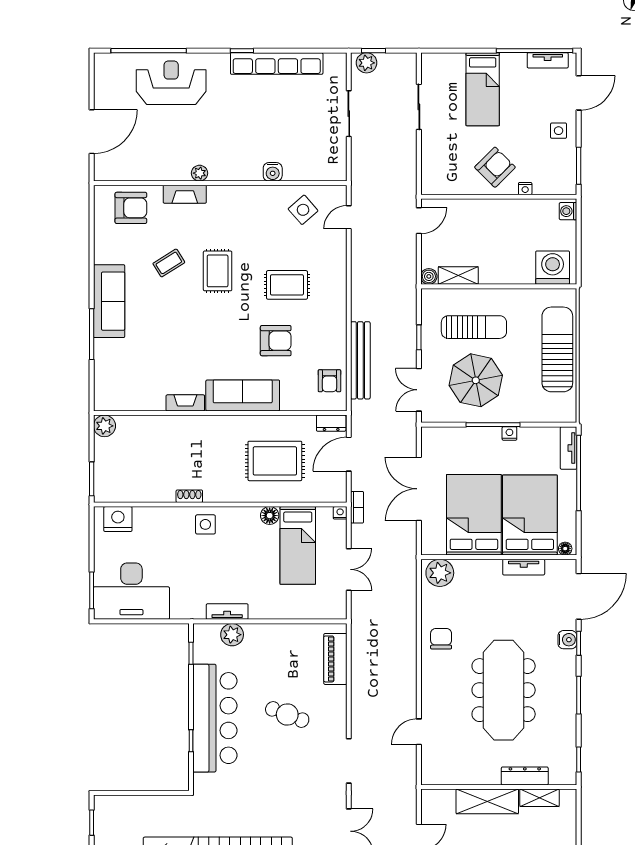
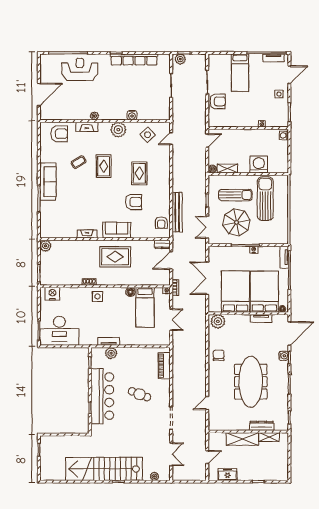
armchair: (495, 167) -> (218, 101), moved, turned 45
plant: (246, 200) -> (118, 130), added
washing machine: (553, 268) -> (259, 164), moved
rug: (287, 285) -> (139, 173), turned 90
sun lounger: (557, 349) -> (265, 199), moved
sofa: (243, 395) -> (117, 230), width x0.73
rug: (275, 461) -> (115, 257), moved

